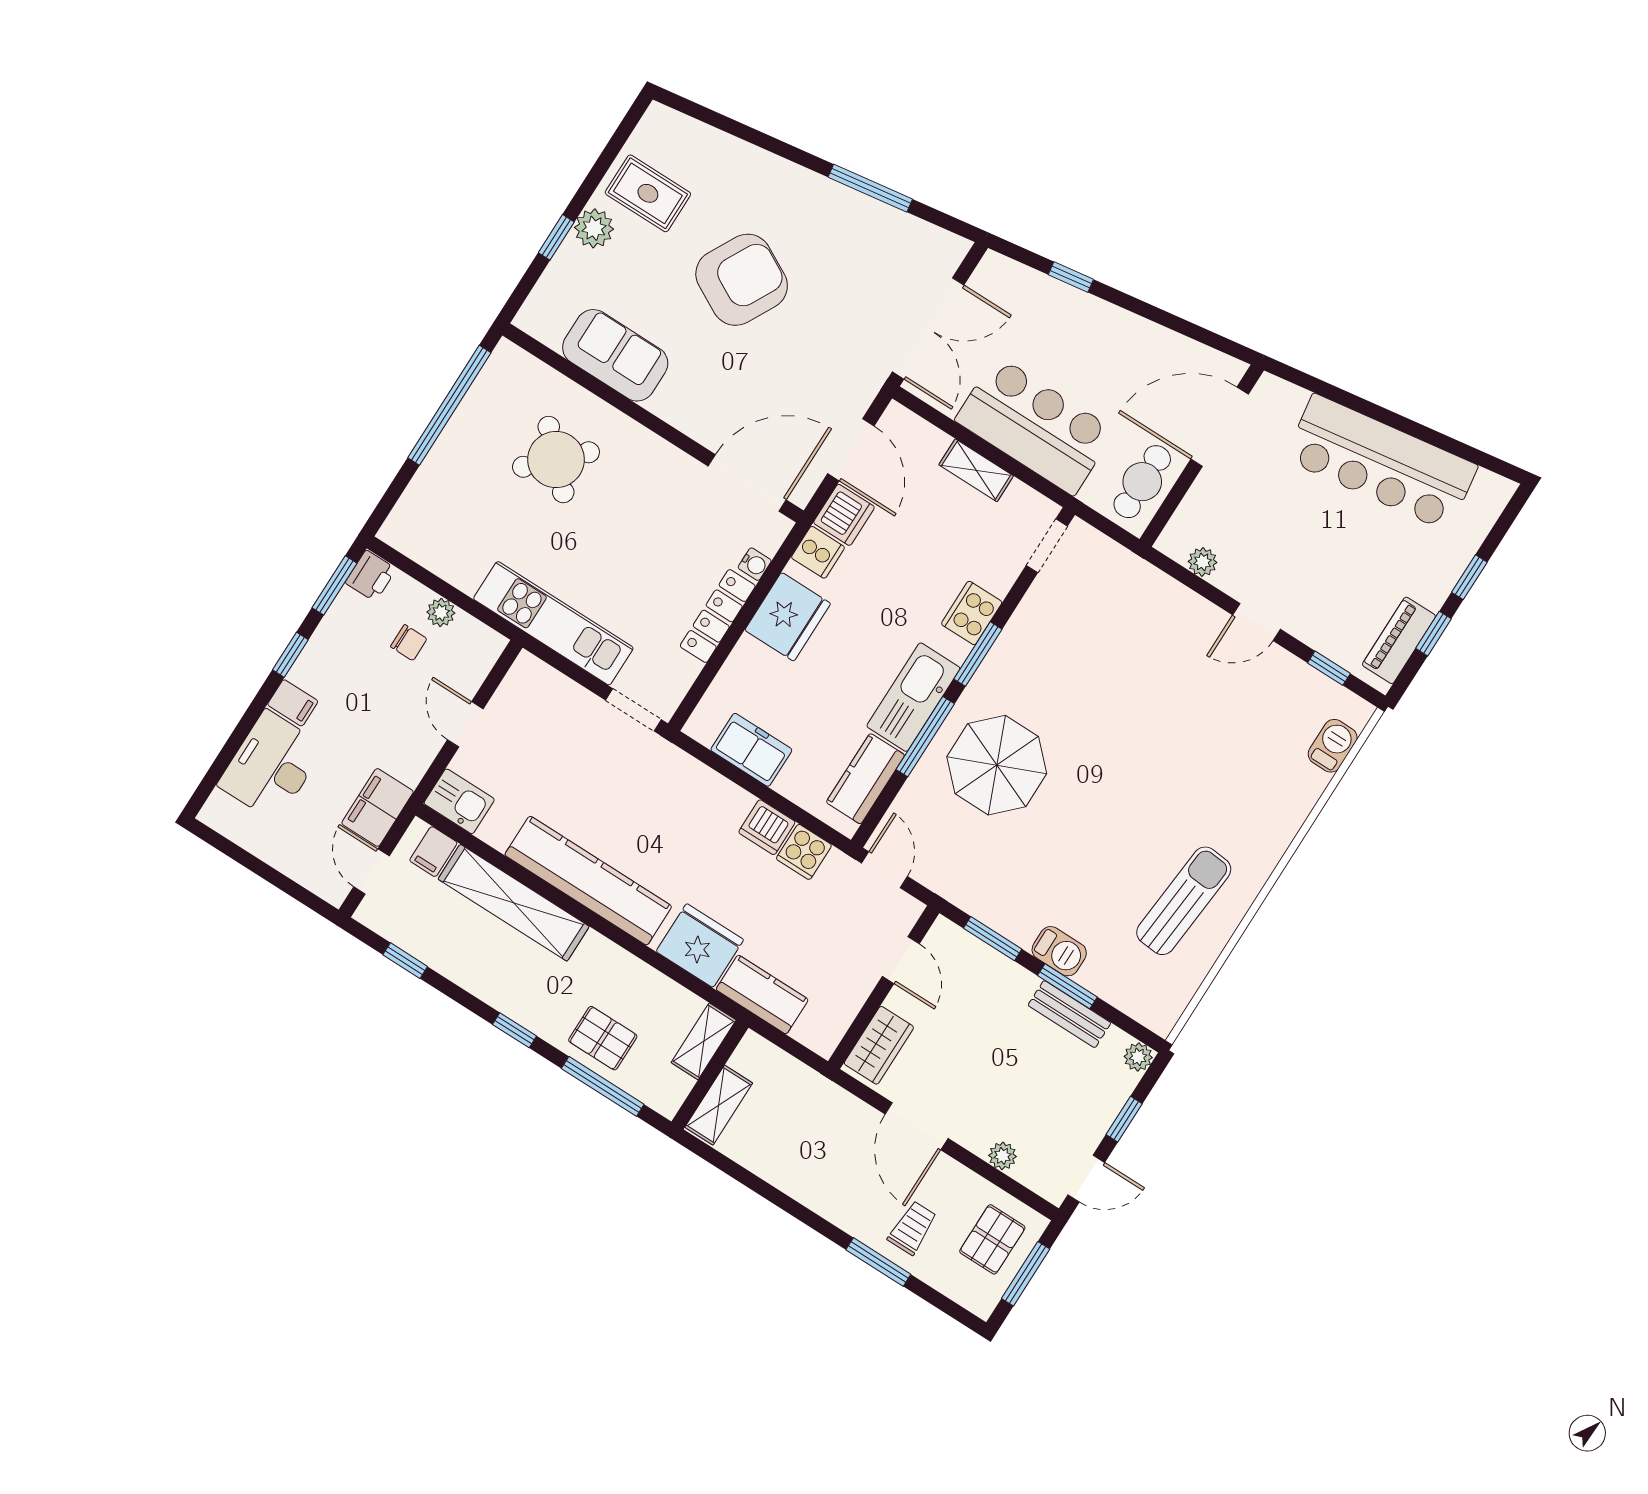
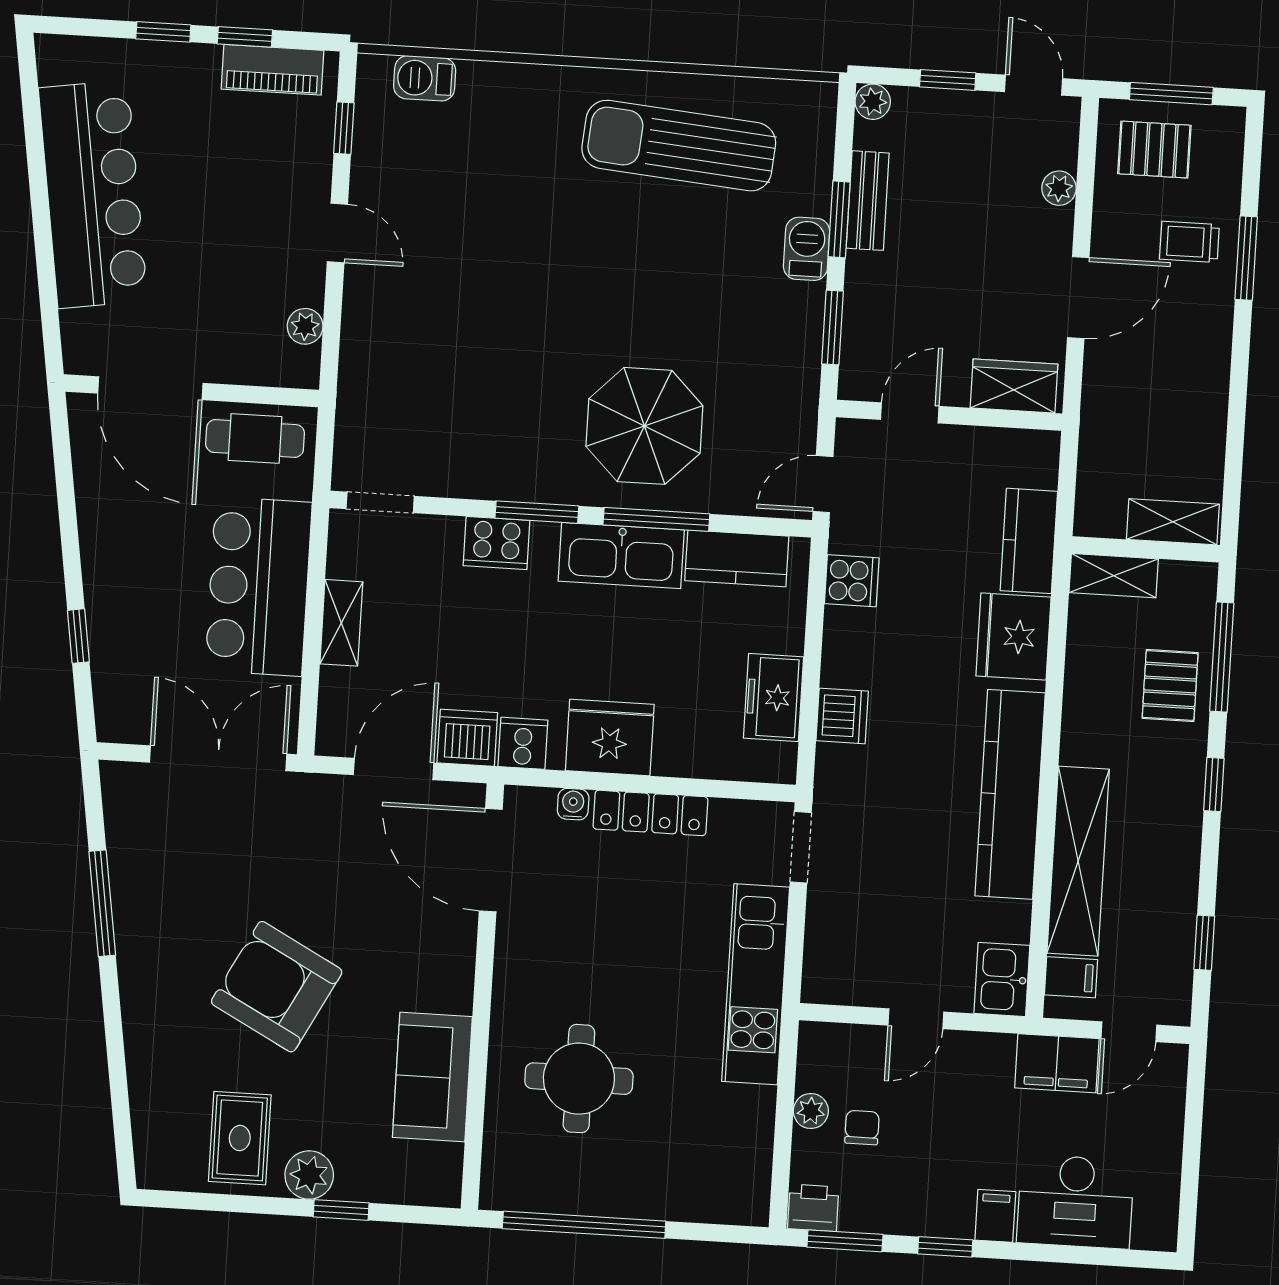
round table: (556, 460) -> (579, 1079), turned 45
dishwasher: (767, 827) -> (842, 716), moved
sun lounger: (1184, 901) -> (679, 146), width x1.36, depth x1.34

